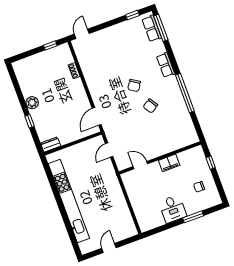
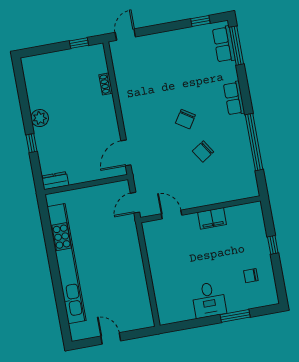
wall: (160, 158) -> (200, 209), moved
filing cabinet: (169, 163) -> (212, 218), moved
door: (140, 165) -> (172, 214), moved
door: (109, 248) -> (111, 338), hinge flipped

